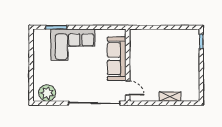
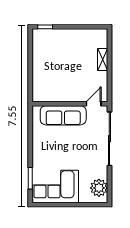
corner sofa: (73, 45) -> (55, 186), moved, turned -90

